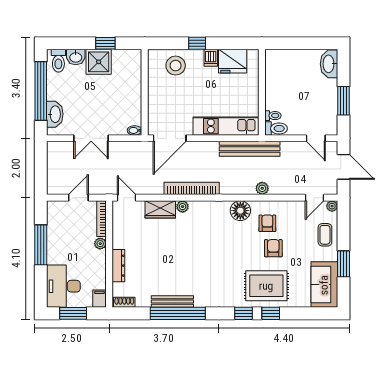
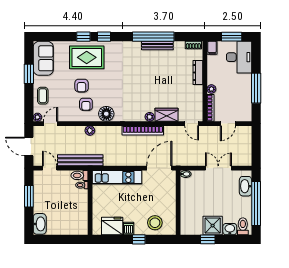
bench: (250, 149) -> (80, 160), moved

